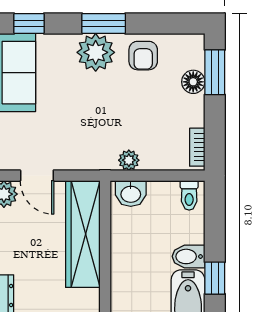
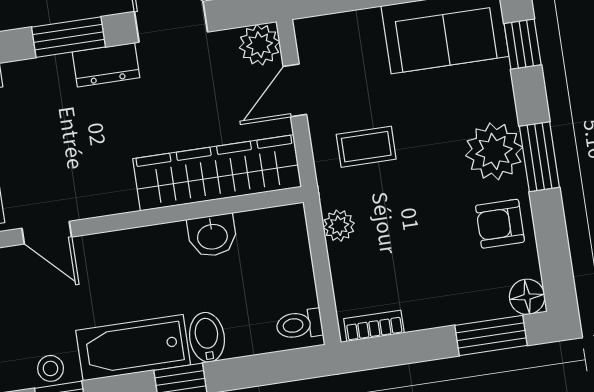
floor lamp: (193, 82) -> (527, 297), moved
coffee table: (80, 135) -> (366, 147), added
washbasin: (131, 194) -> (212, 236), moved, turned -90

